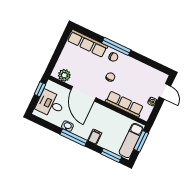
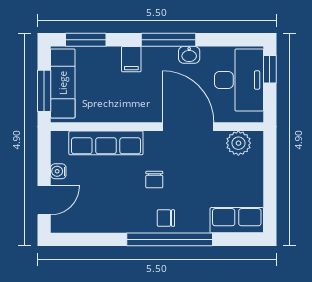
row of seats: (87, 43) -> (237, 220), width x0.68
window: (116, 46) -> (170, 239), width x1.46
window: (40, 89) -> (270, 69), moved
door: (165, 91) -> (44, 200), swing flipped
desk: (50, 104) -> (239, 80), width x1.37

